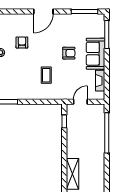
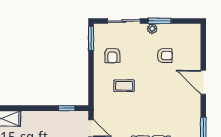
armchair: (69, 53) -> (112, 55), moved

